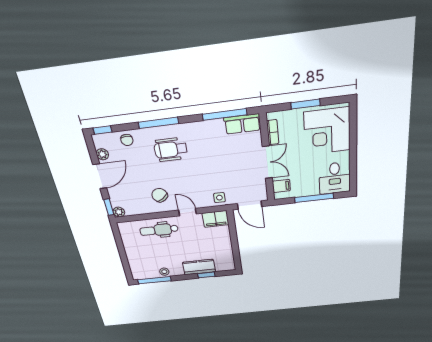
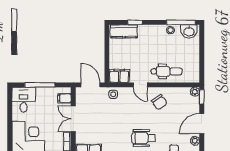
wheelchair: (171, 149) -> (143, 138), turned 180
kitchen counter: (199, 267) -> (124, 31), moved
washbasin: (143, 273) -> (189, 31), added

